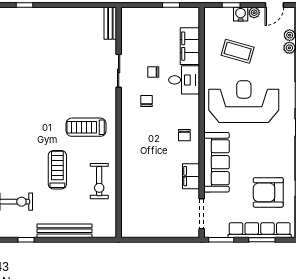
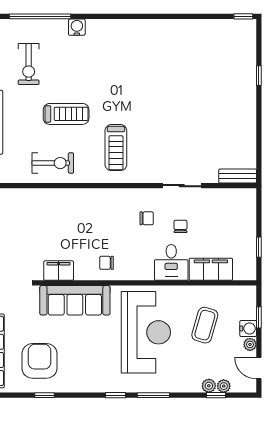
treadmill: (86, 127) -> (116, 148), turned 180
exercise bike: (99, 181) -> (53, 163), turned 180

